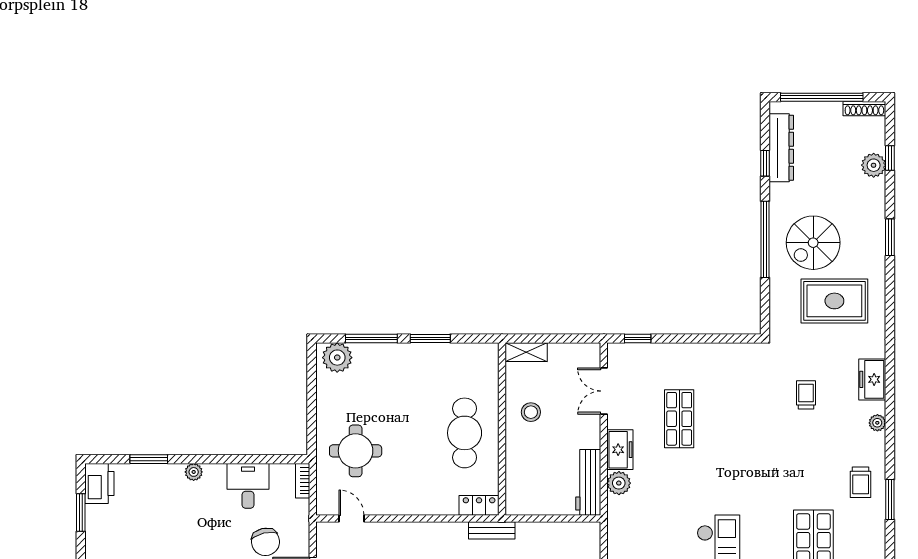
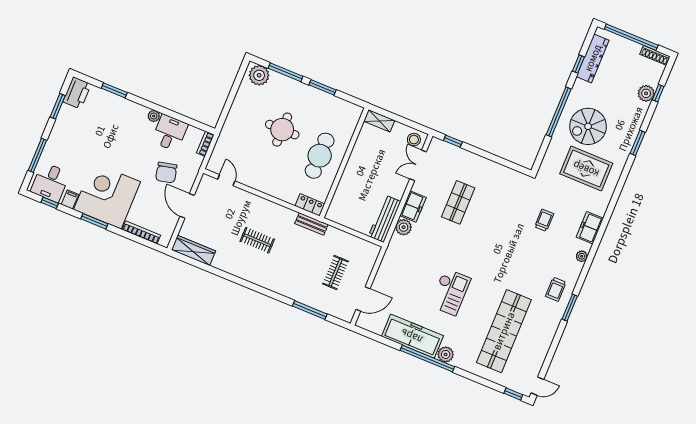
stool: (531, 412) -> (414, 140), moved
round table: (356, 451) -> (282, 130), moved
plant: (194, 472) -> (154, 116), moved

